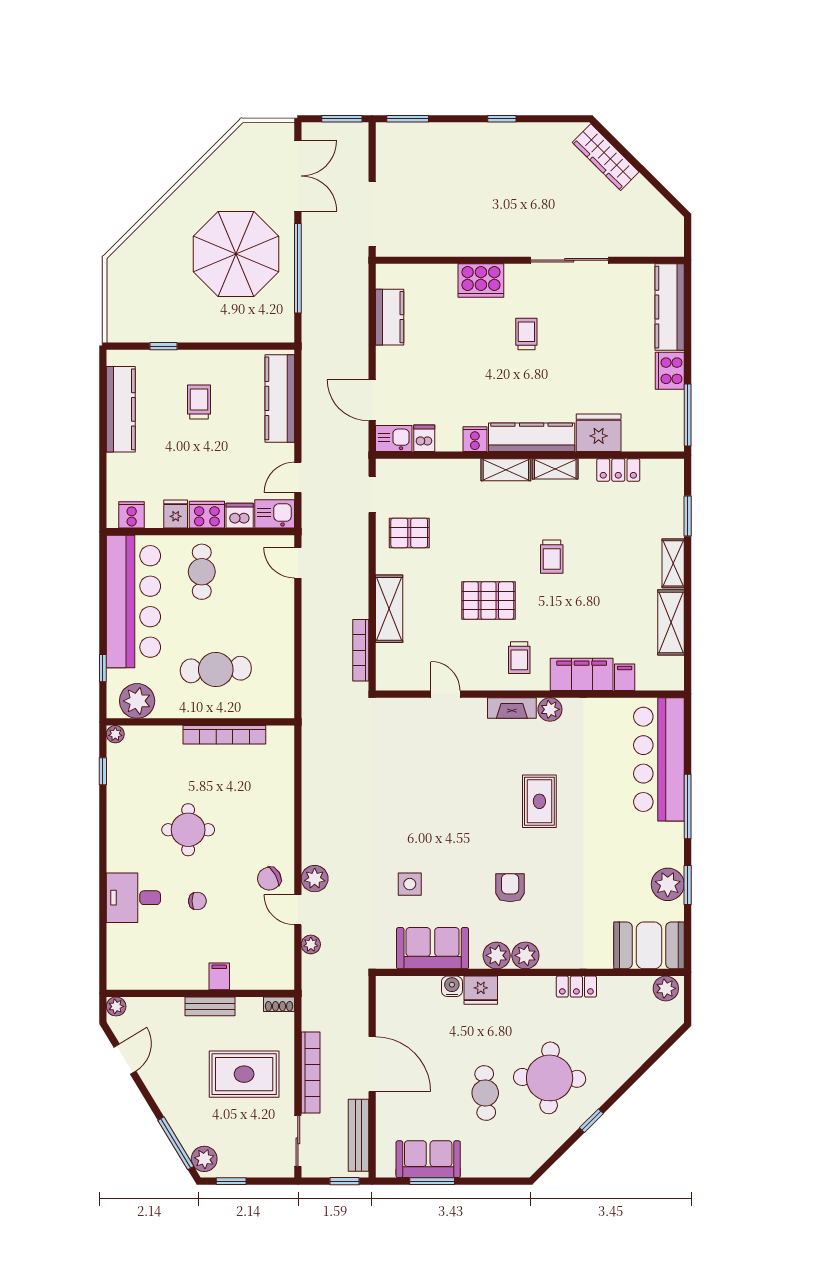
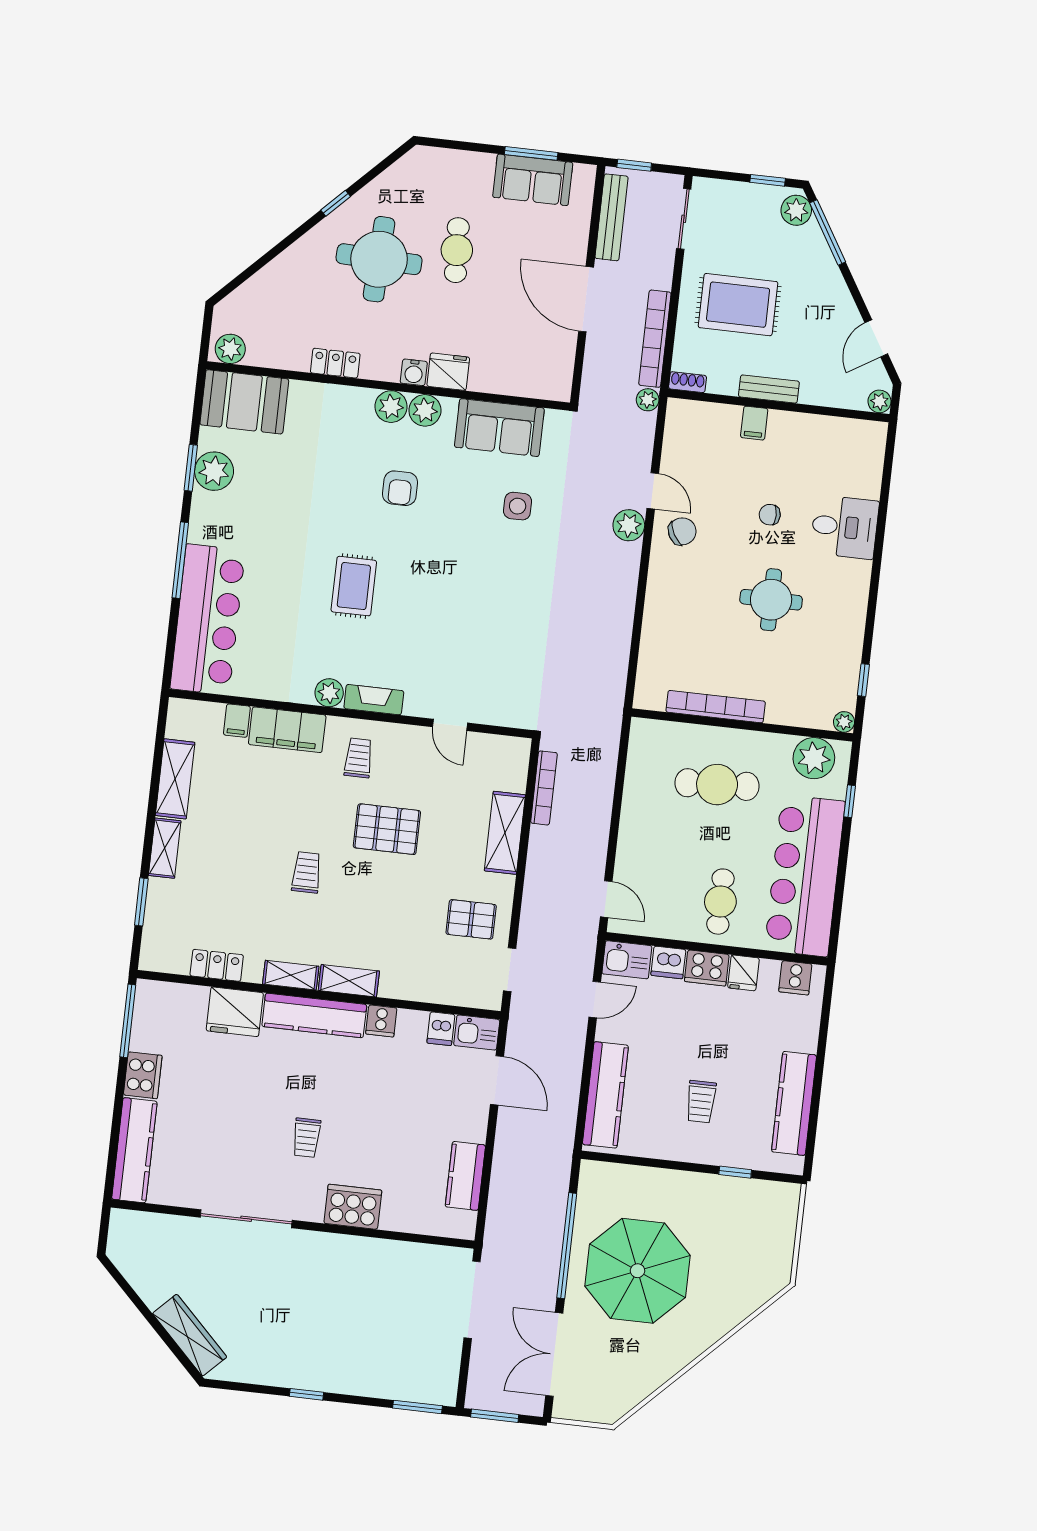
plant: (311, 944) -> (648, 400), moved
water cooler: (452, 986) -> (414, 372), moved
bookcase: (311, 1073) -> (655, 339), moved

